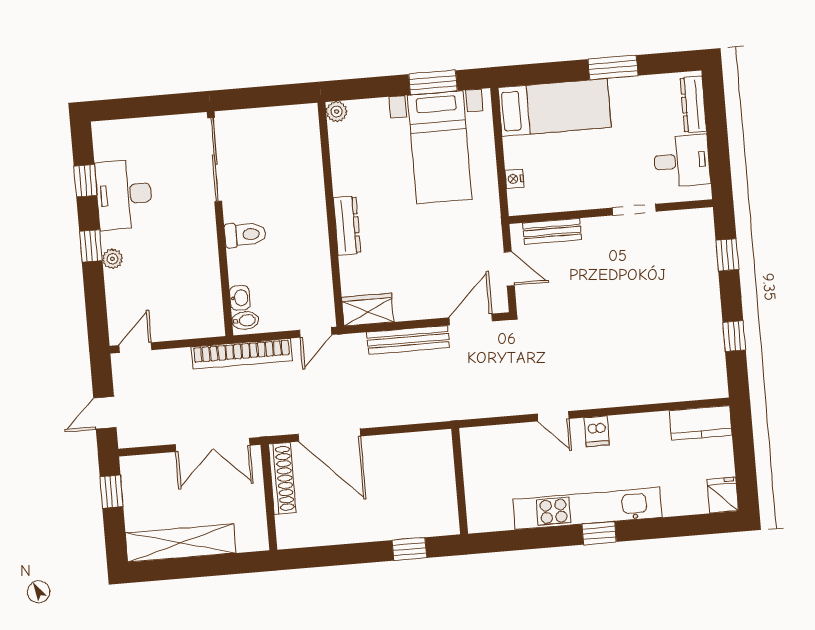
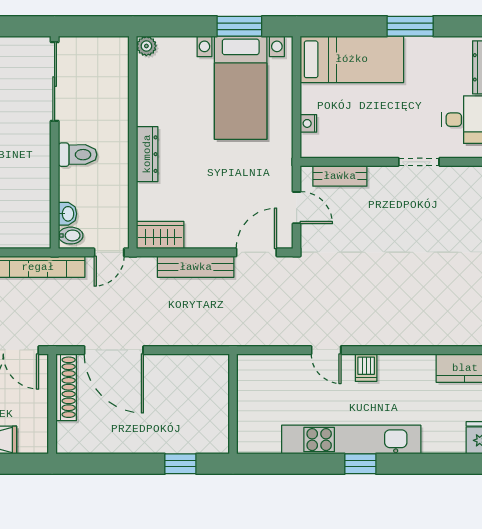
sliding door: (215, 160) -> (55, 82), moved
wall: (220, 224) -> (55, 142), moved
toilet: (245, 235) -> (78, 155), moved
washbasin: (240, 298) -> (67, 214), moved
bidet: (245, 320) -> (71, 236), moved

